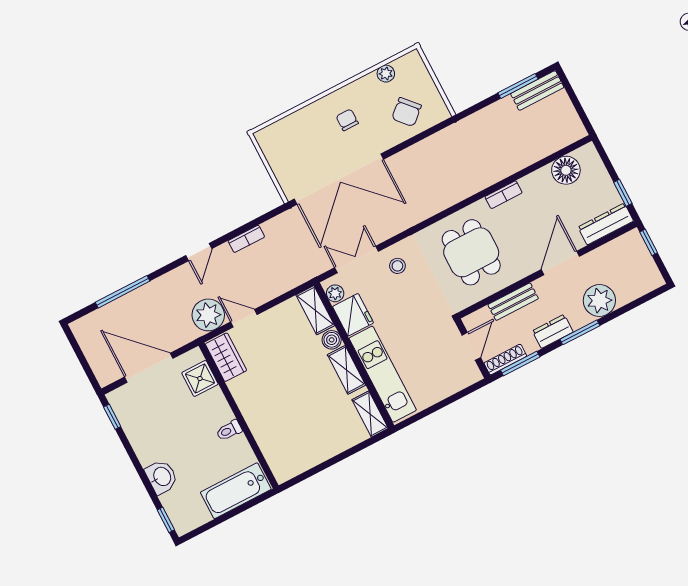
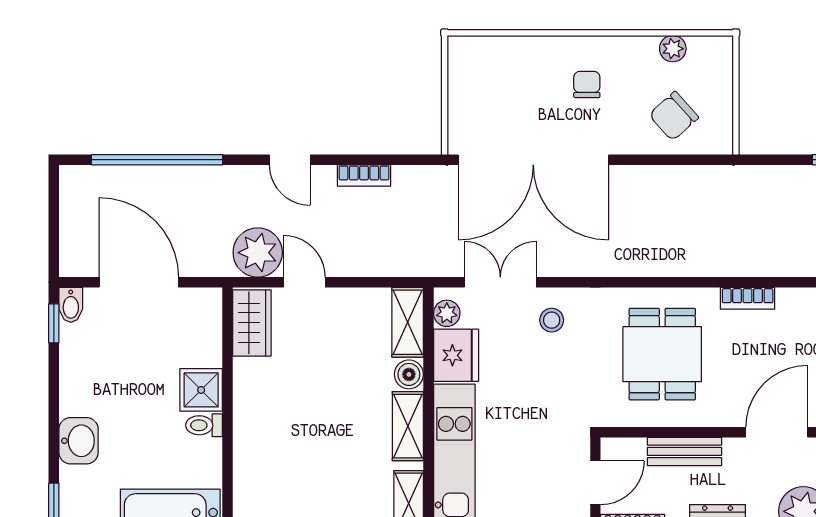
door: (199, 252) -> (290, 160), hinge flipped
window: (123, 292) -> (157, 160), width x1.46
shower: (200, 378) -> (201, 390), moved
bidet: (116, 401) -> (71, 305), added

